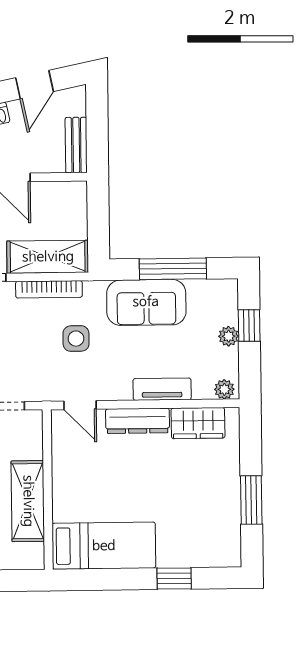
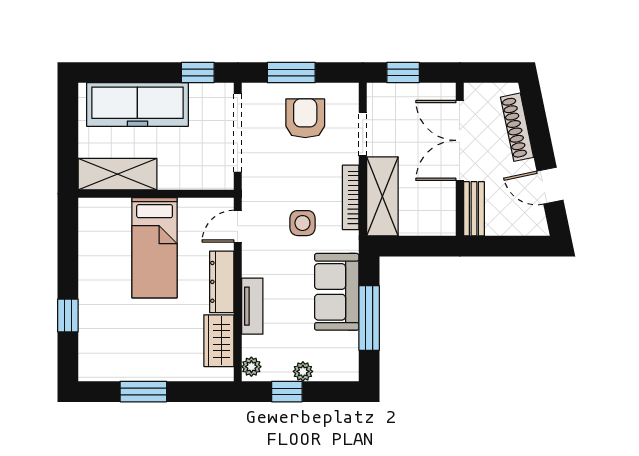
bench: (76, 145) -> (474, 209), moved, turned 90
window: (249, 326) -> (287, 392), moved
shelving: (28, 501) -> (118, 174), moved
bed: (104, 546) -> (155, 248), moved

